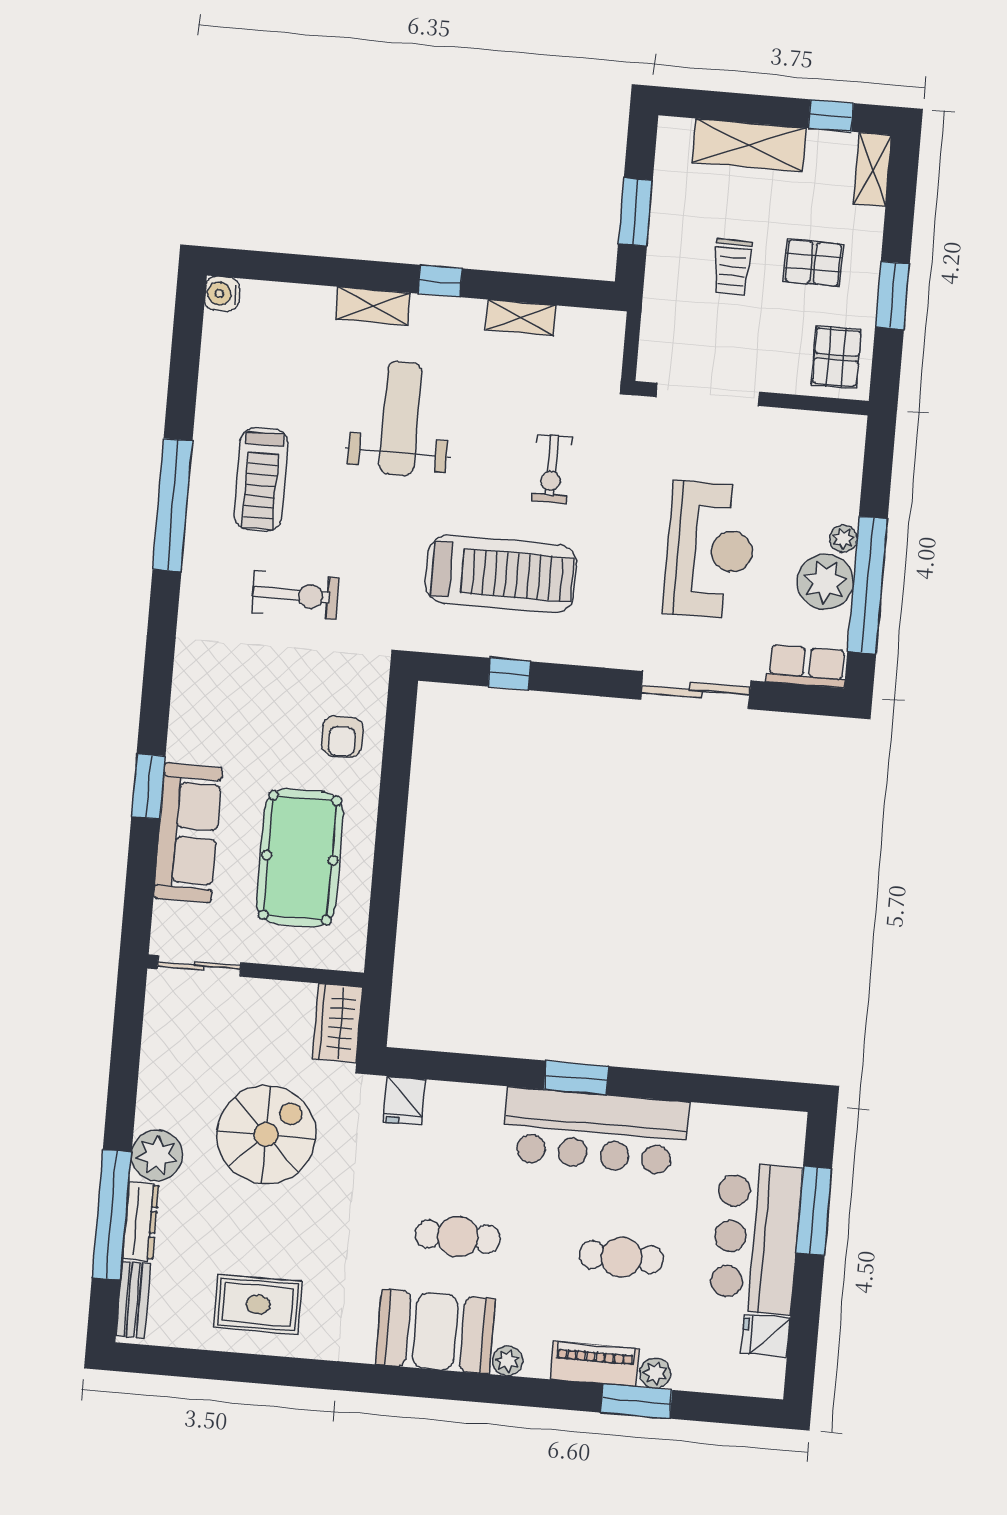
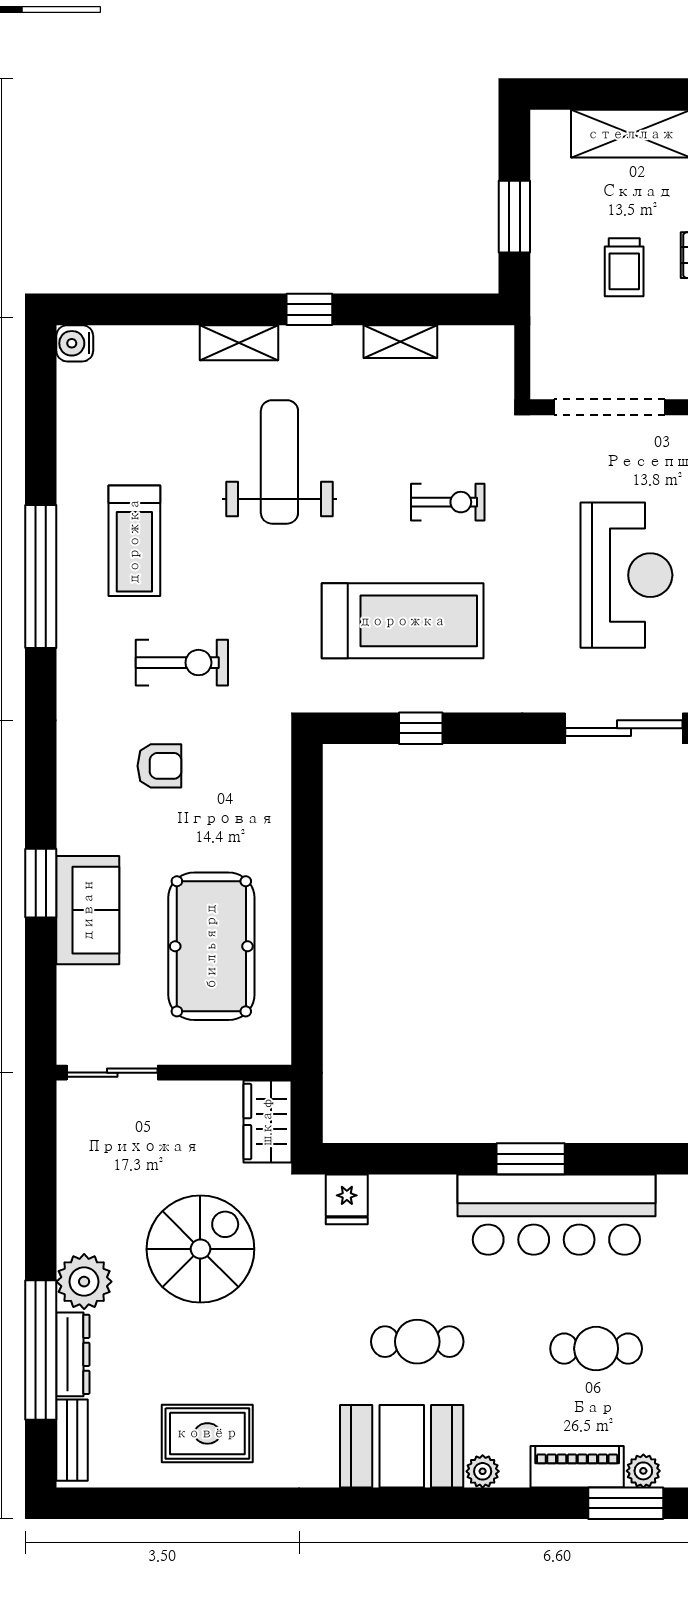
exercise bike: (552, 469) -> (448, 502), turned -90
armchair: (342, 737) -> (159, 766), moved, turned -90
sofa: (188, 833) -> (88, 910), width x0.73

